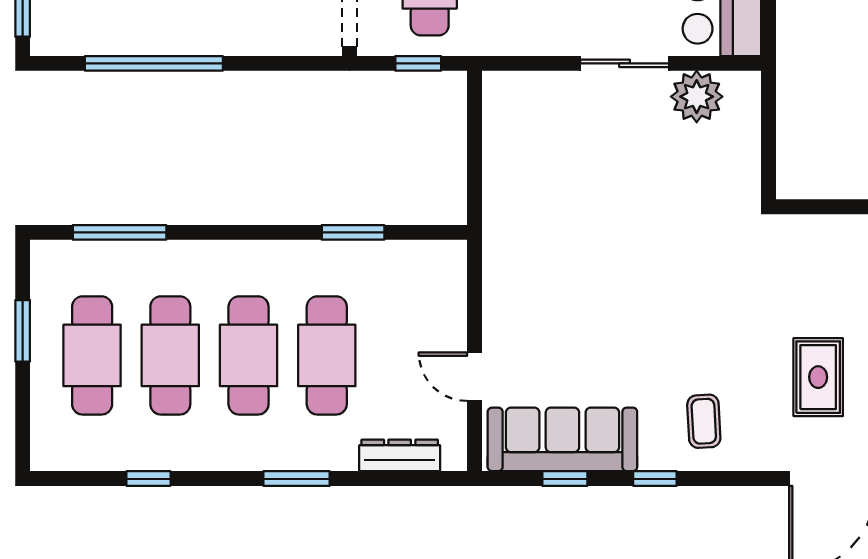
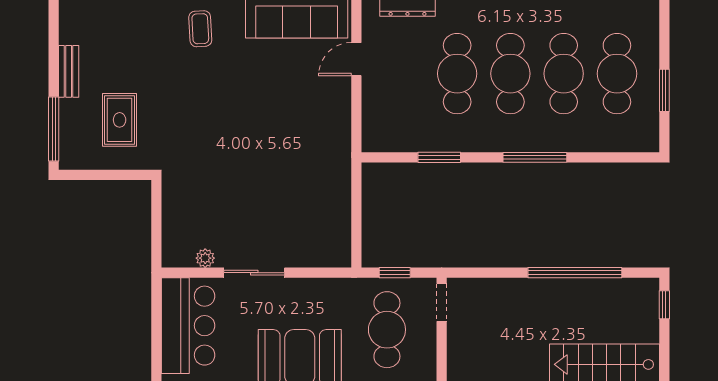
plant: (697, 97) -> (205, 258), width x0.53, depth x0.53
window: (120, 232) -> (535, 157), moved
door: (474, 377) -> (356, 59), swing flipped
rug: (818, 377) -> (120, 120), moved

